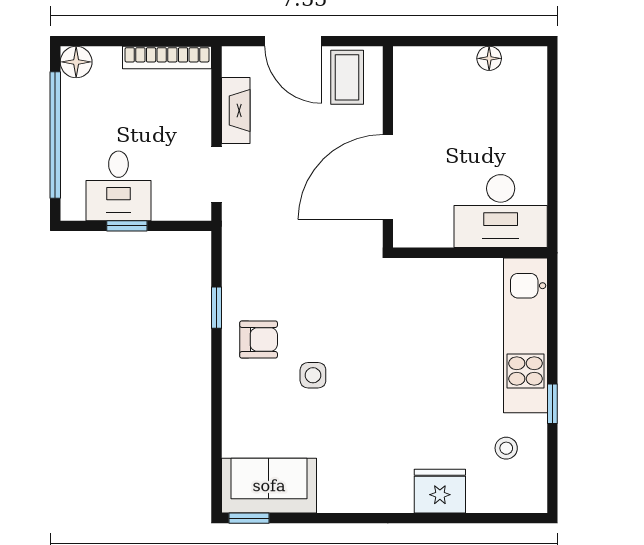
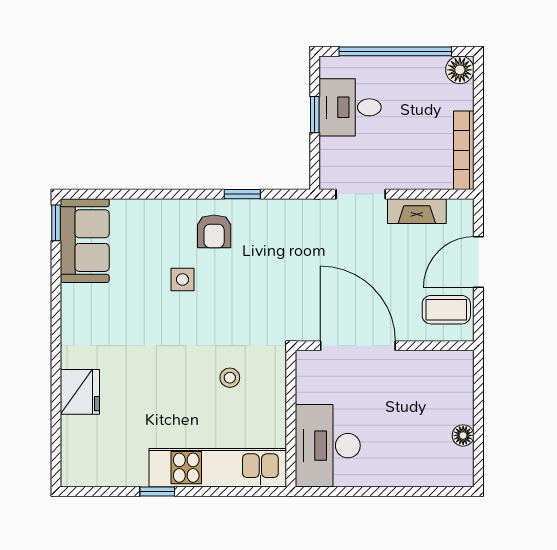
stool: (506, 448) -> (230, 378), moved

